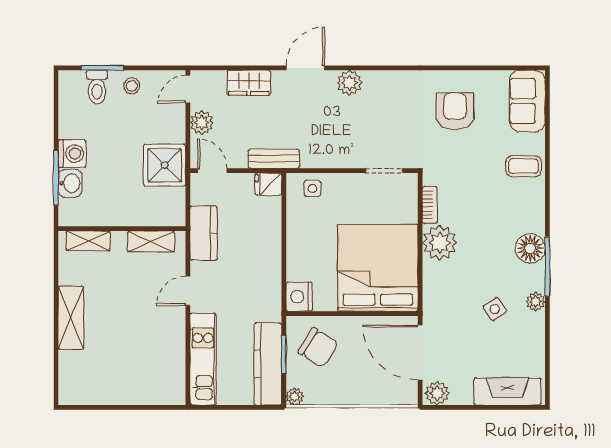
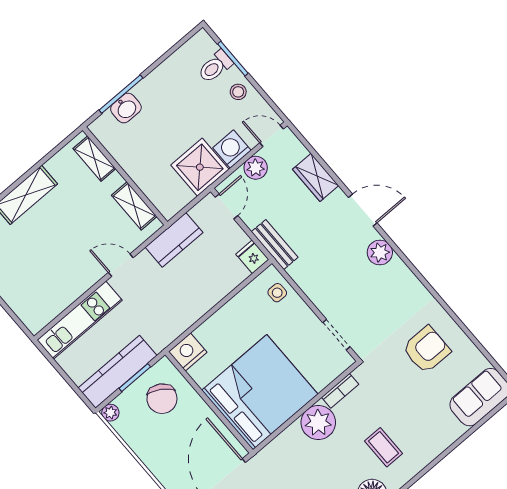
washing machine: (72, 154) -> (232, 149), moved, turned 180
coffee table: (523, 166) -> (384, 447), moved

